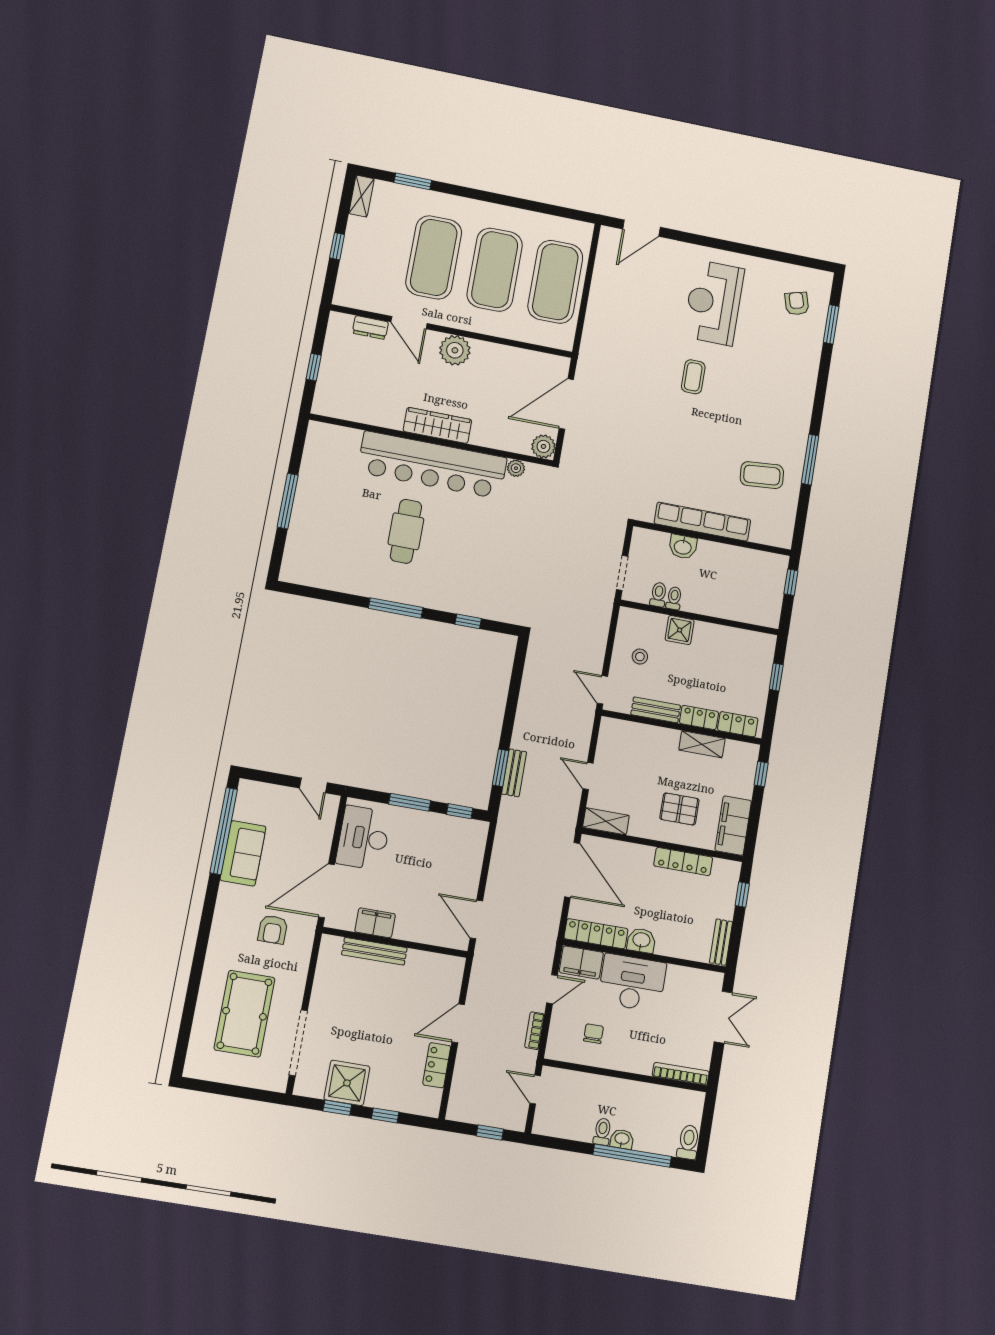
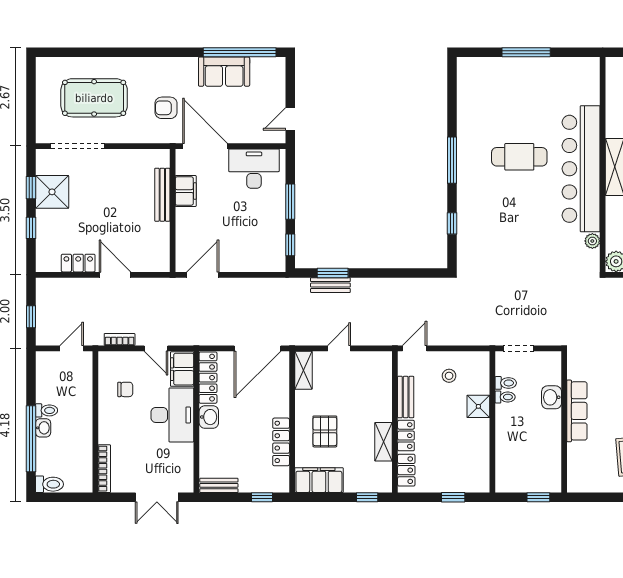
row of seats: (702, 522) -> (577, 411), width x0.73

